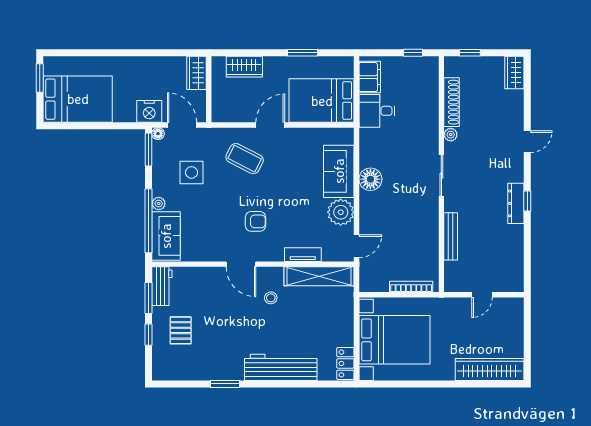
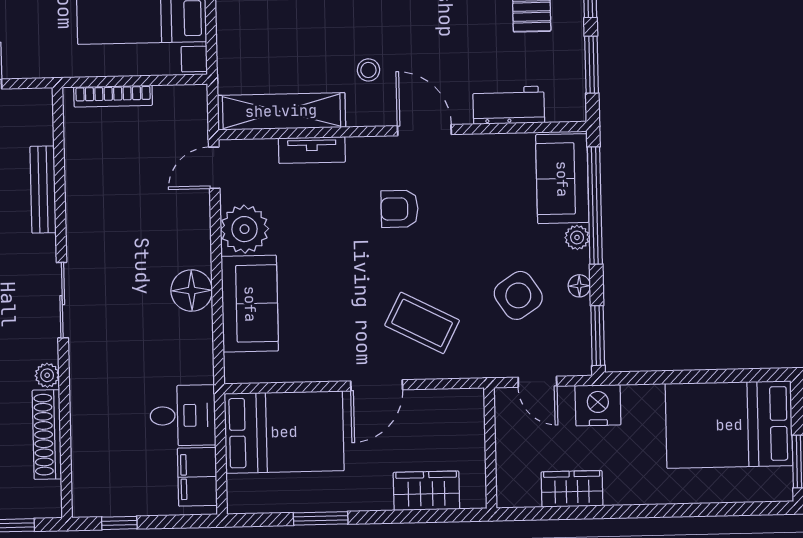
wardrobe: (197, 73) -> (572, 489), moved, turned -90
door: (182, 125) -> (537, 382), width x0.73
floor lamp: (158, 134) -> (579, 286), moved
side table: (192, 172) -> (518, 295), turned -34
workbench: (162, 286) -> (509, 105), moved, turned 90

